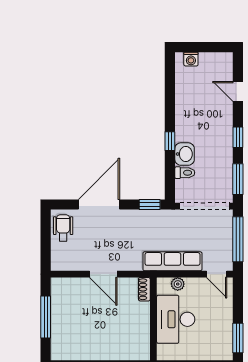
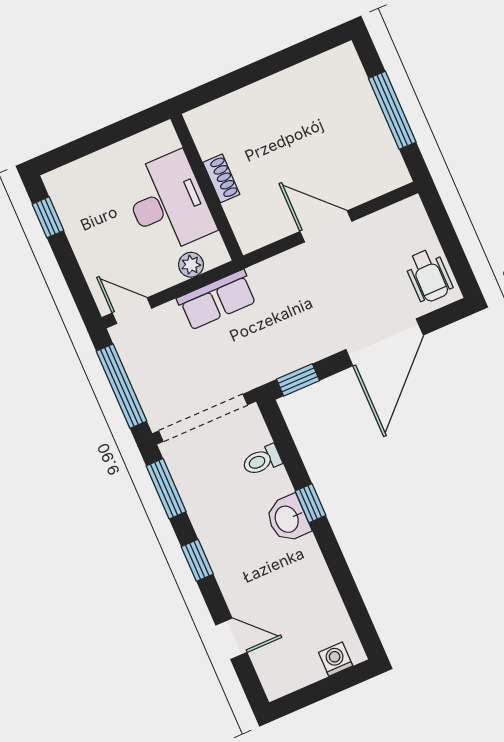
washbasin: (185, 154) -> (288, 519), moved
row of seats: (172, 261) -> (217, 300), width x0.68
shoe rack: (144, 289) -> (221, 178), moved
window: (238, 338) -> (48, 217), width x0.67

